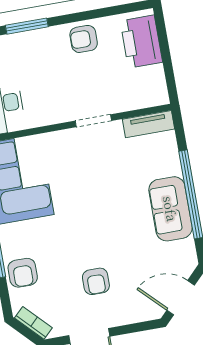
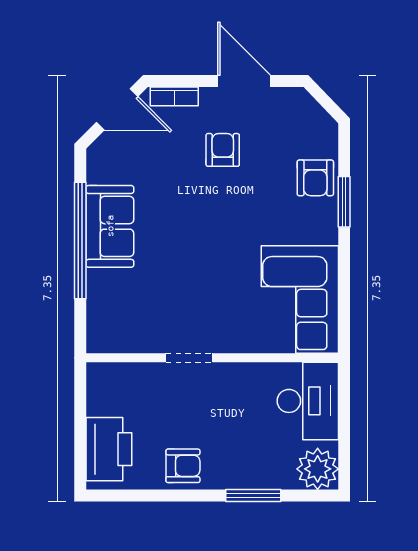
tv unit: (148, 124) -> (119, 341), removed
armchair: (23, 273) -> (315, 178), turned 180
bookcase: (33, 323) -> (174, 96), moved, turned -46

